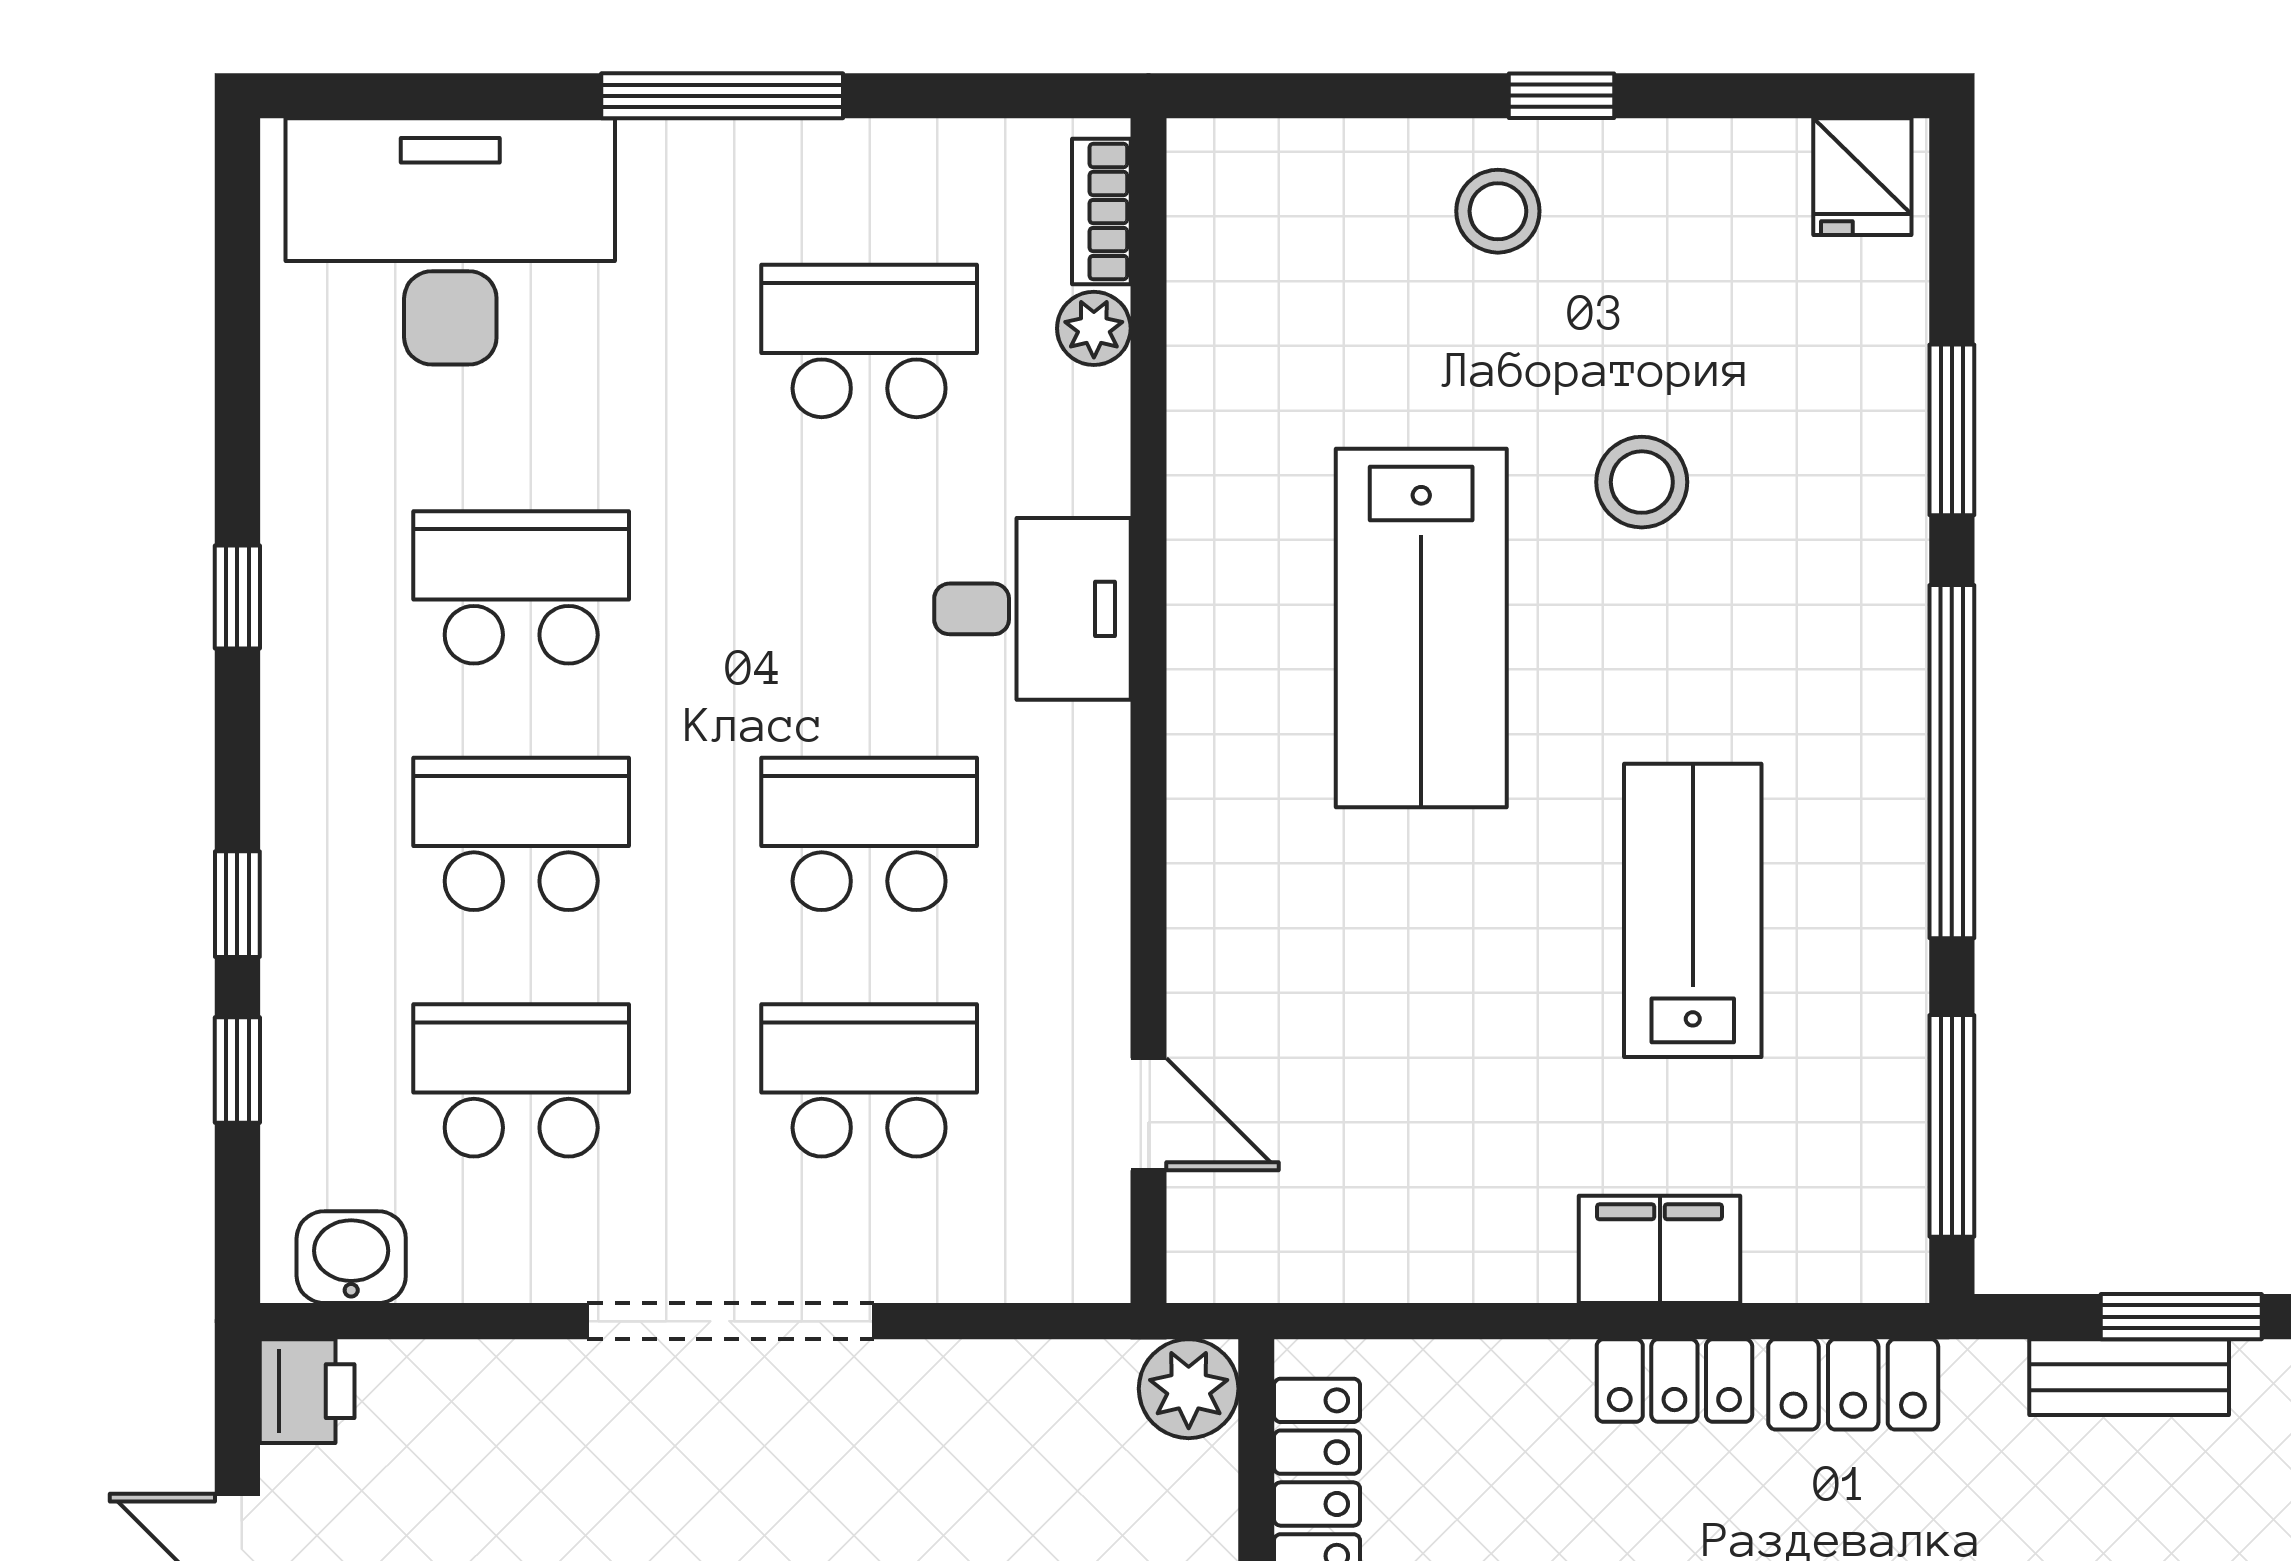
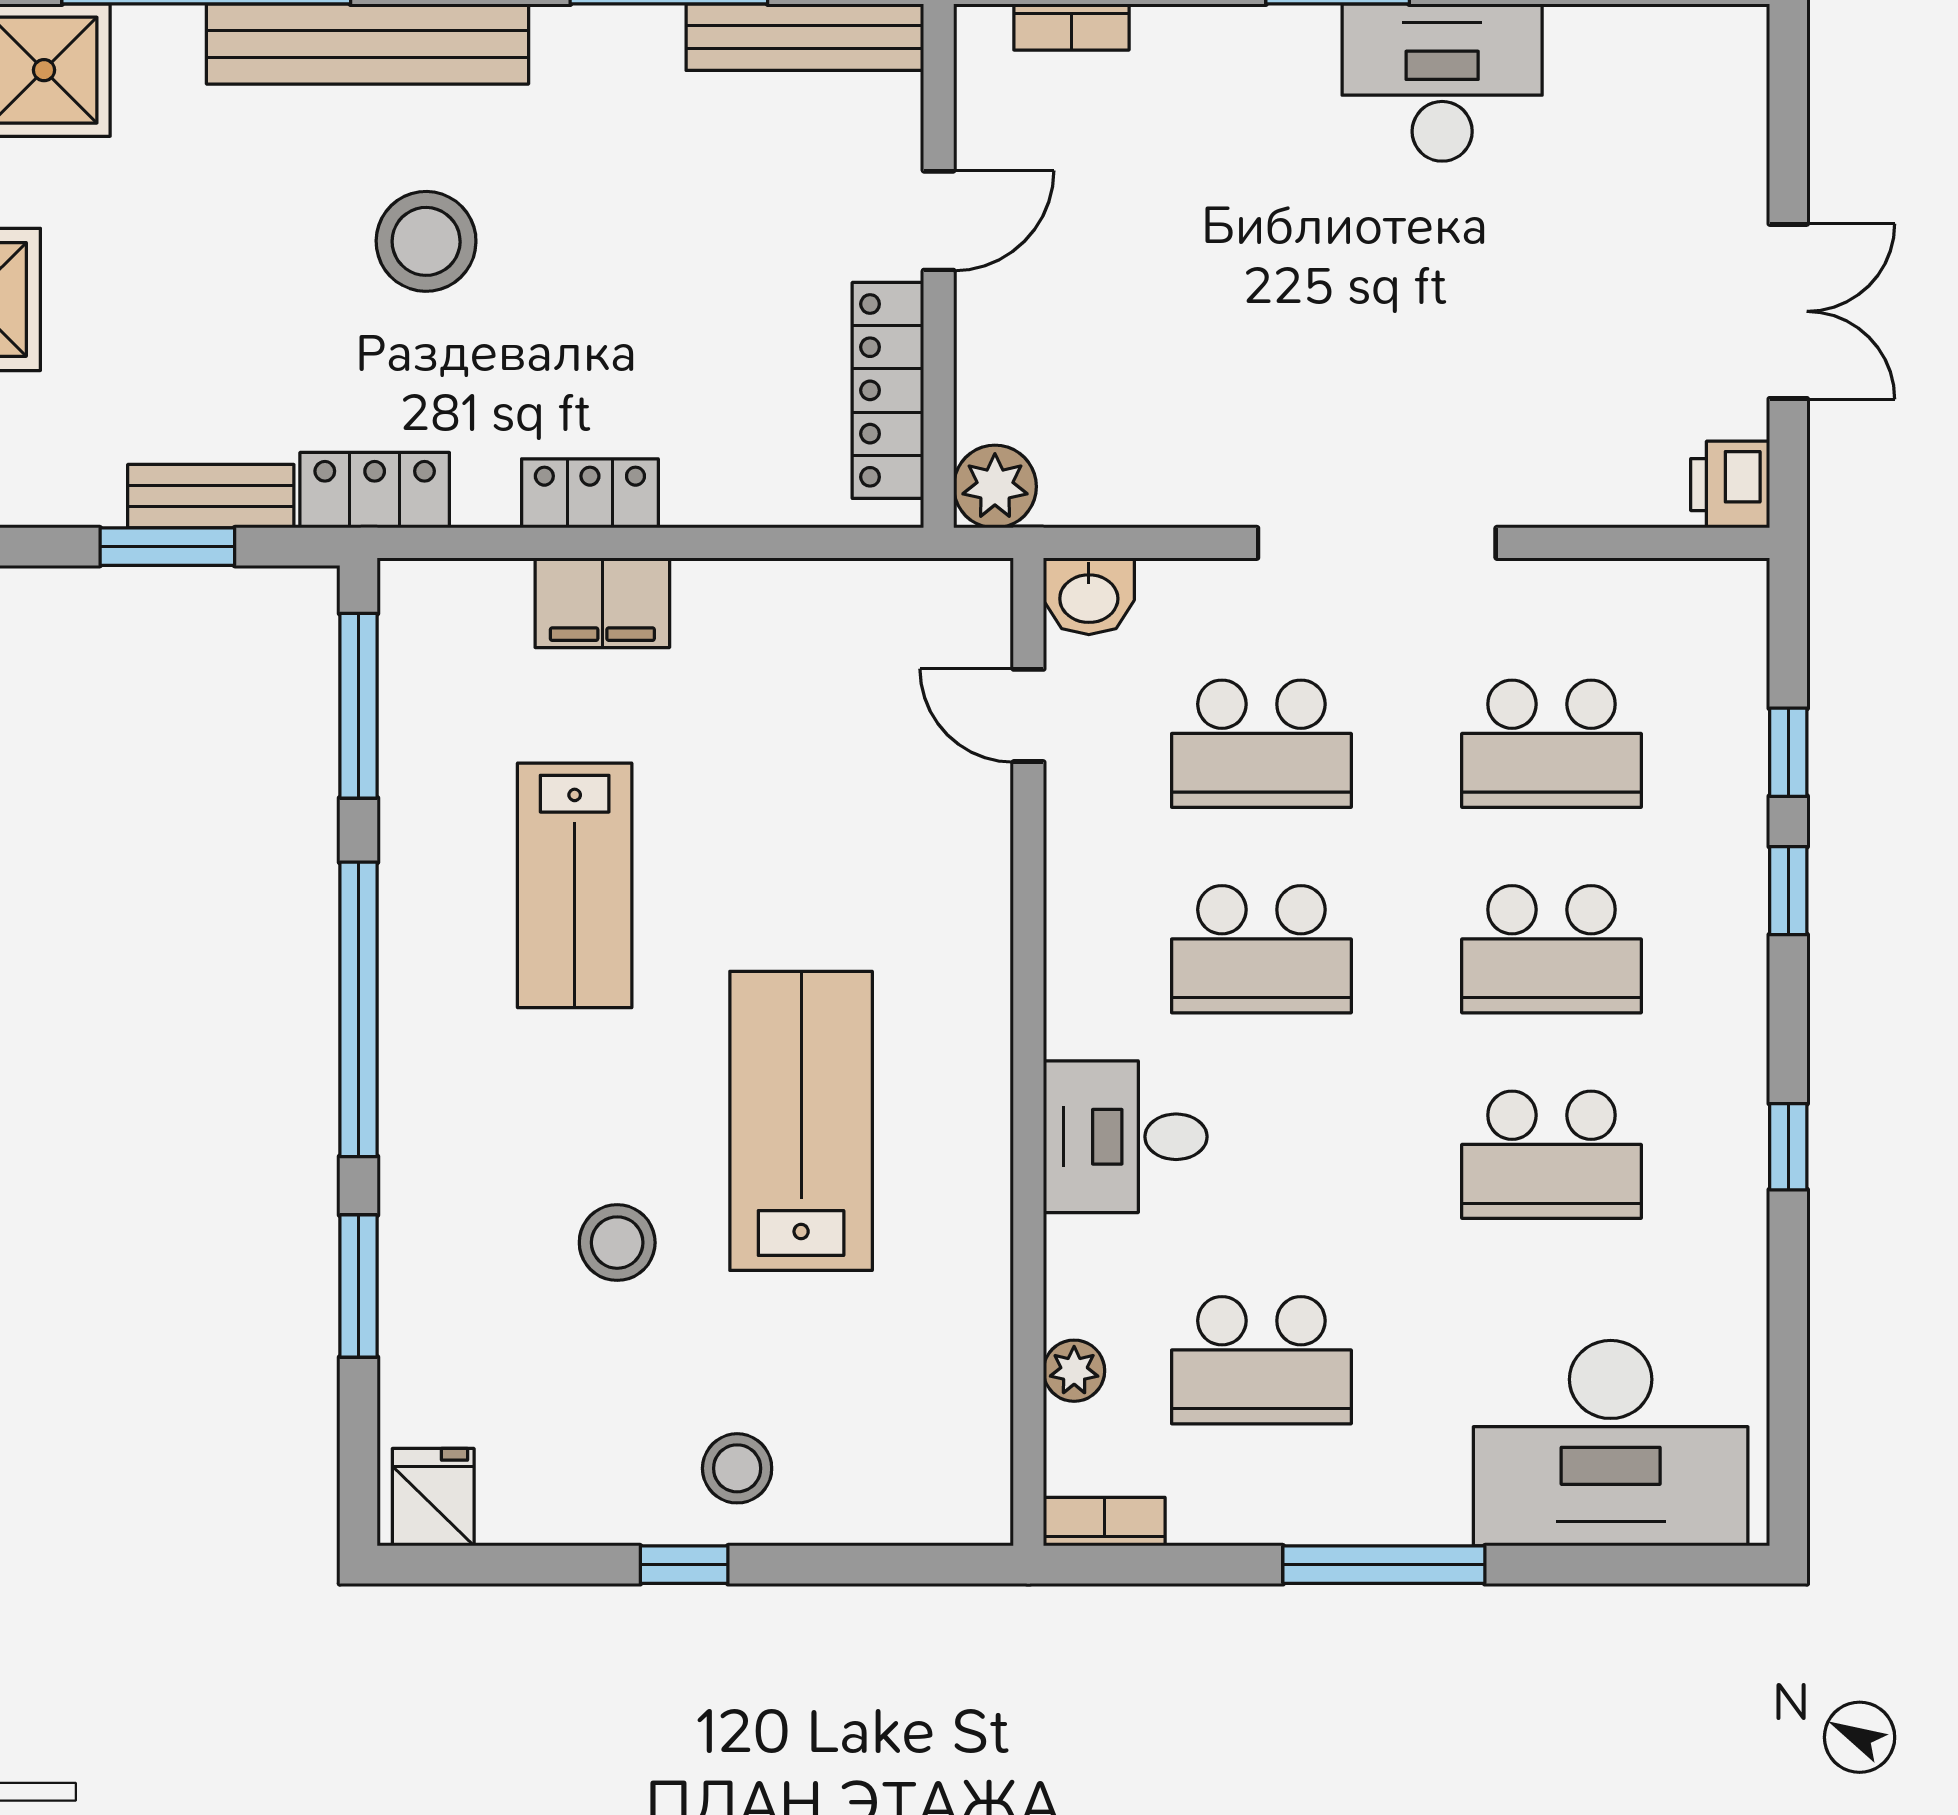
bookcase: (1101, 212) -> (1104, 1522), moved, turned -90
washbasin: (351, 1257) -> (1089, 596), moved
locker: (1853, 1384) -> (375, 490), moved

